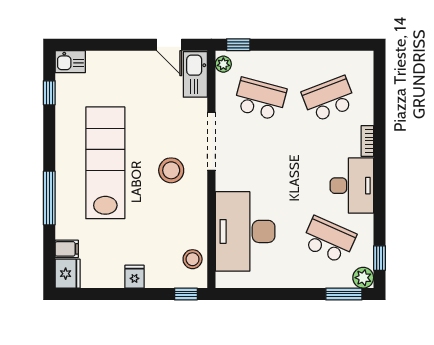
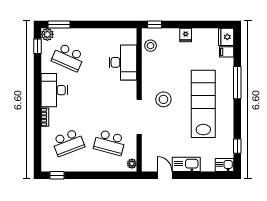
window: (238, 45) -> (57, 175), moved
kitchen sink: (195, 74) -> (186, 164), moved, turned -90
lab bench: (105, 163) -> (203, 104), turned 180
desk: (245, 231) -> (123, 62), width x0.73, depth x0.77

